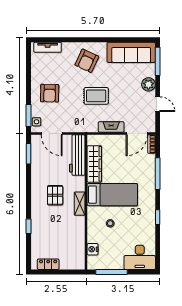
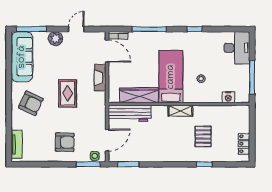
pallet: (55, 195) -> (203, 136), moved, turned 90

